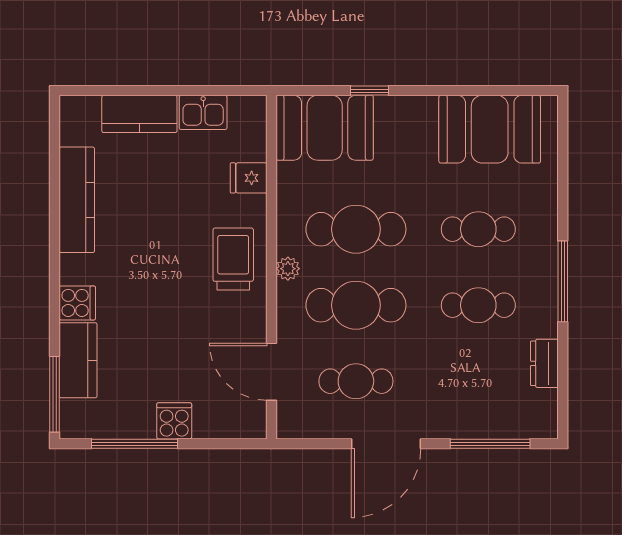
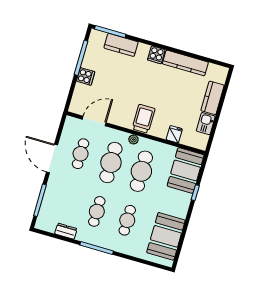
trolley: (233, 259) -> (144, 119), turned -90
cooker: (77, 303) -> (156, 55), moved

